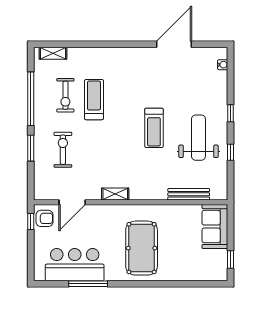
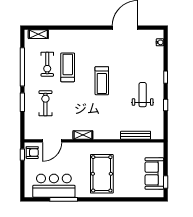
treadmill: (154, 128) -> (102, 81), moved
weight bench: (198, 138) -> (143, 95), width x0.73, depth x0.75
sofa: (215, 227) -> (154, 174), moved

